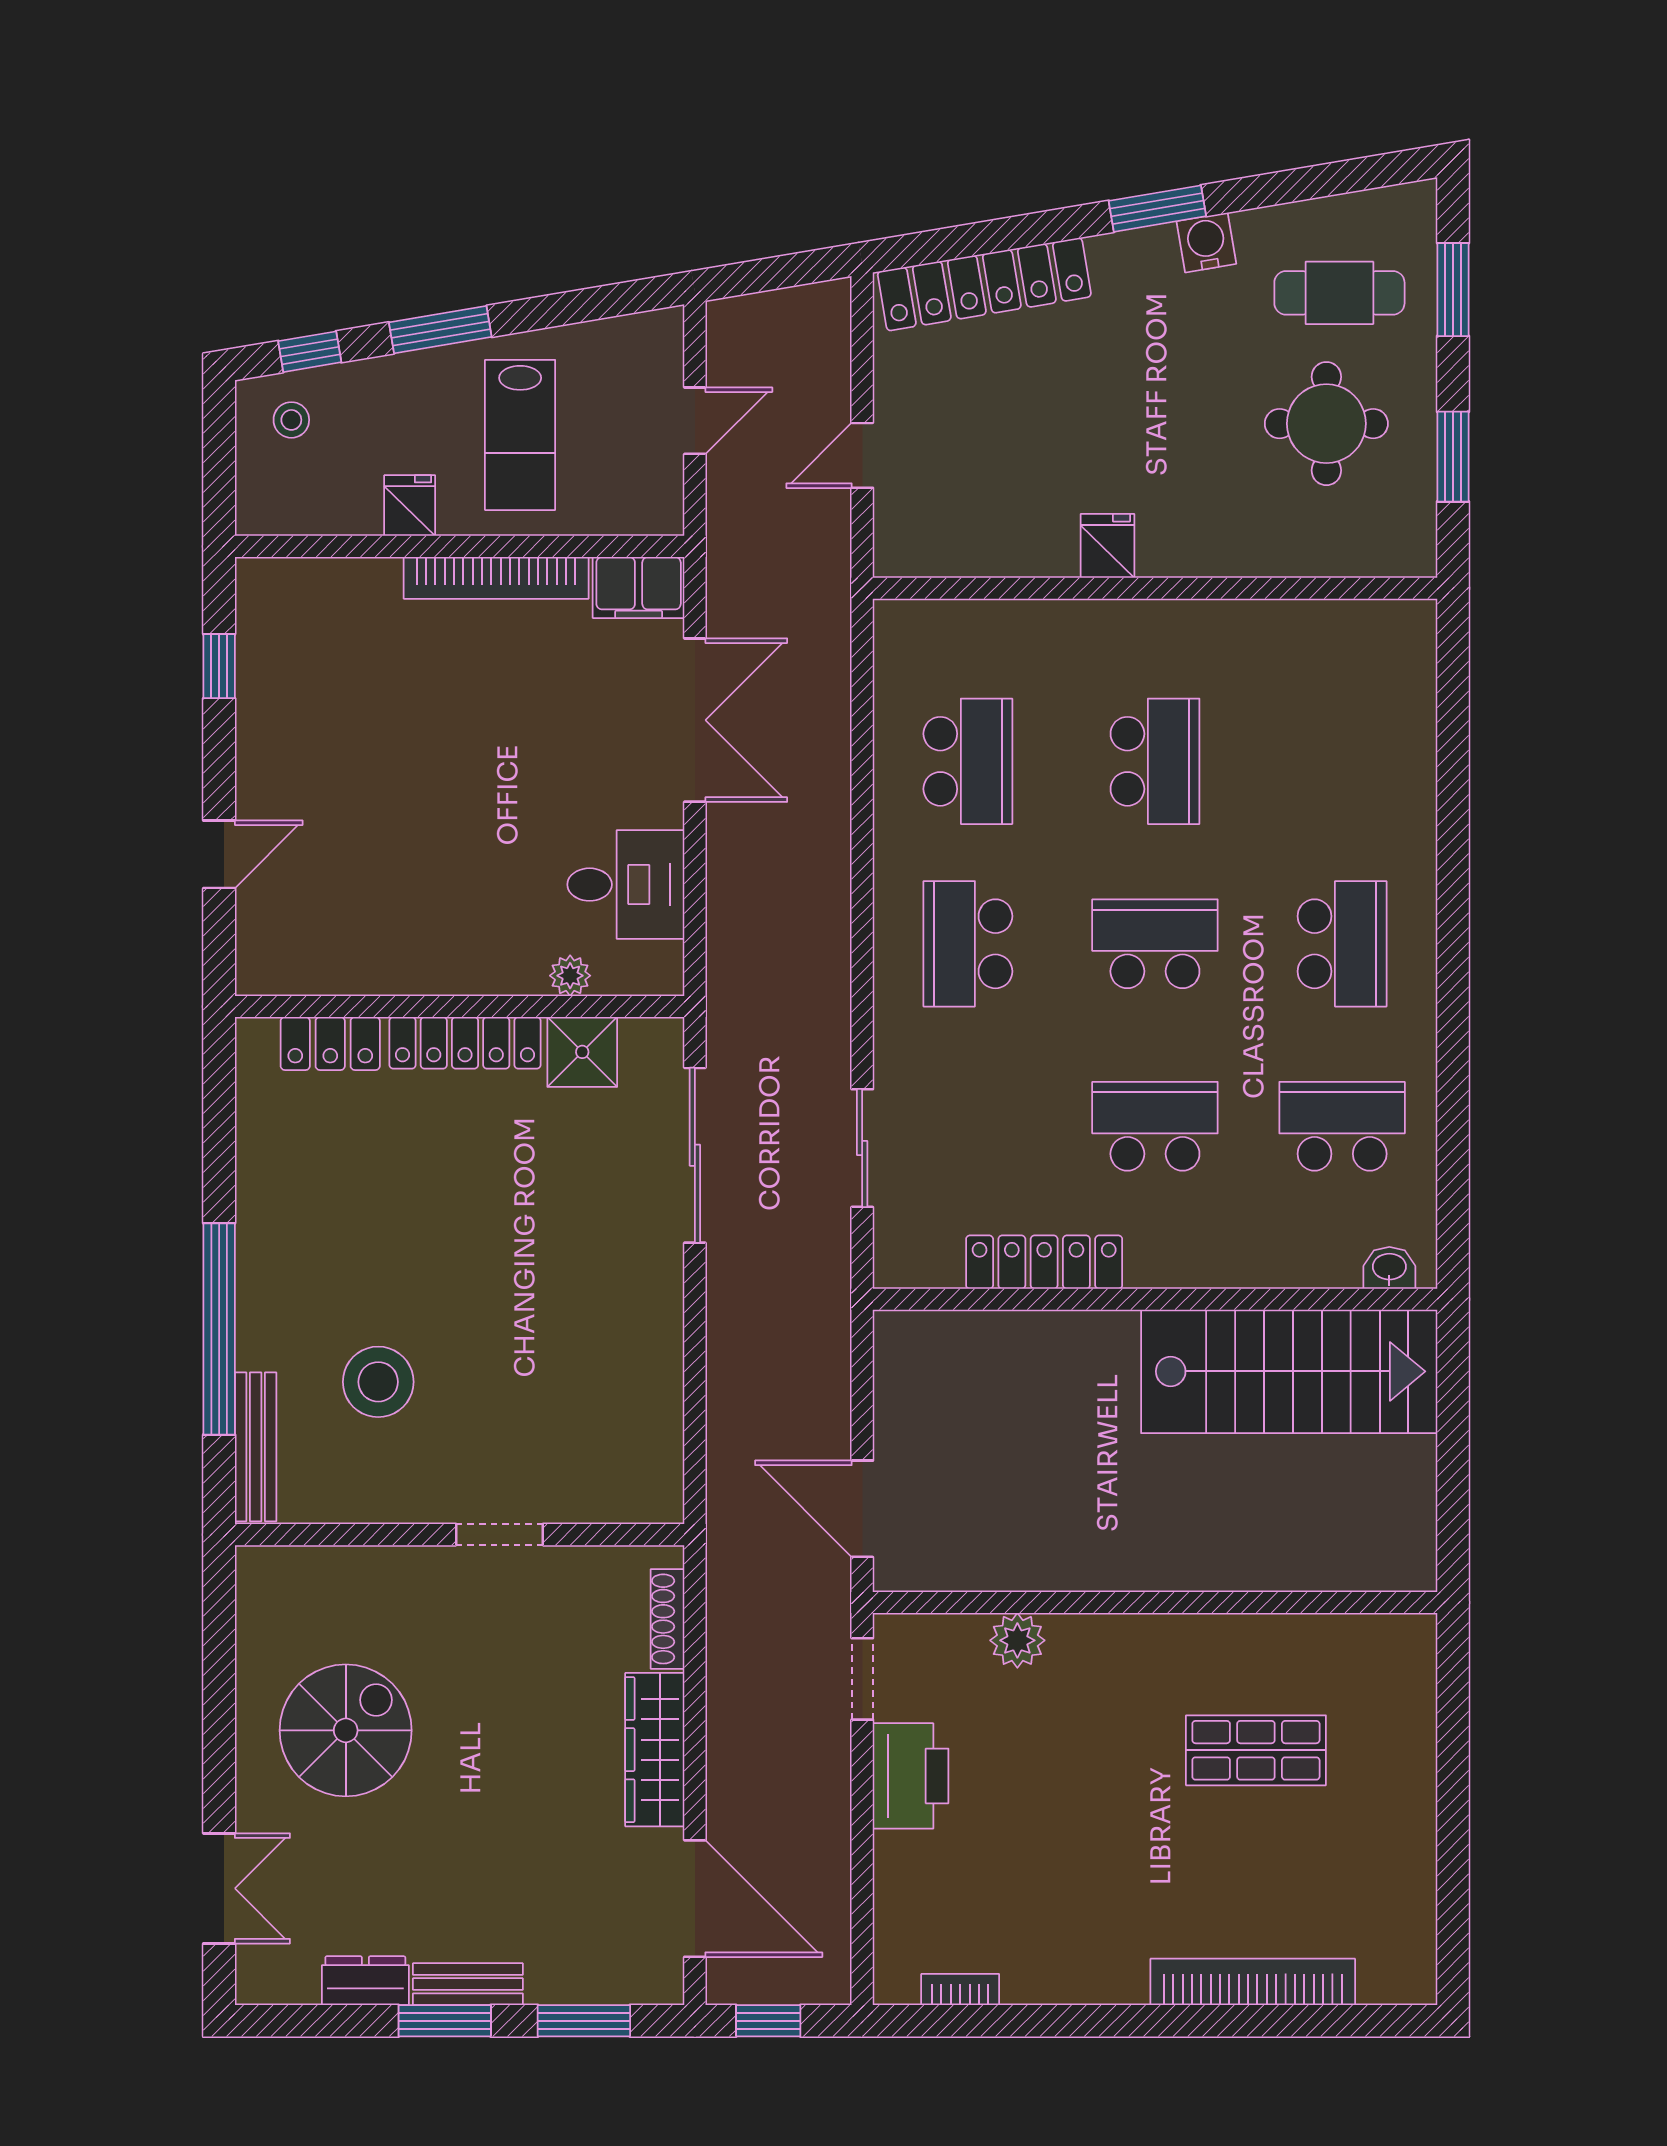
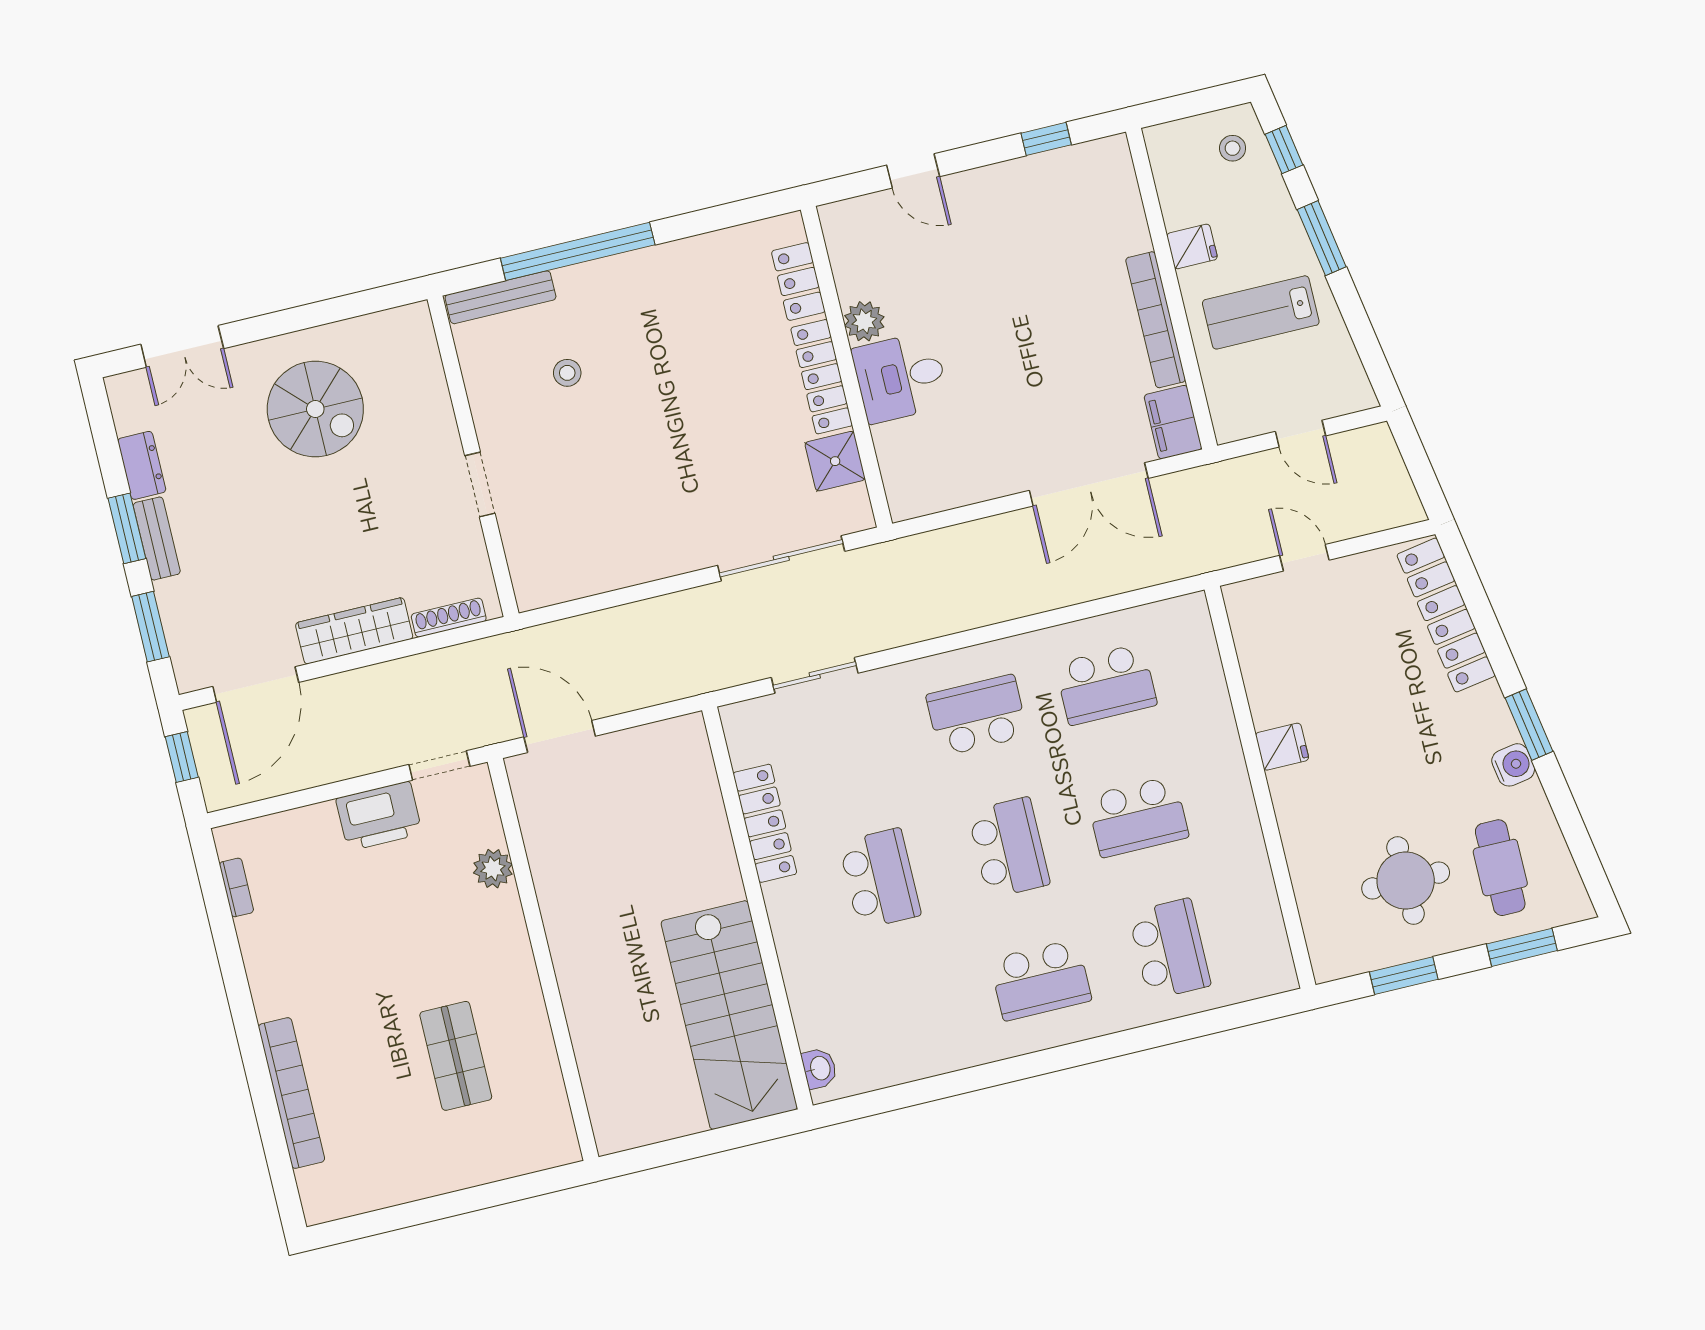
desk: (626, 885) -> (901, 377), moved, turned 90
plant: (570, 976) -> (864, 321), moved, width x1.38, depth x1.38
school desk: (1342, 1126) -> (1170, 949), moved
stool: (378, 1382) -> (567, 373), width x0.53, depth x0.53
door: (862, 1509) -> (560, 737), hinge flipped

